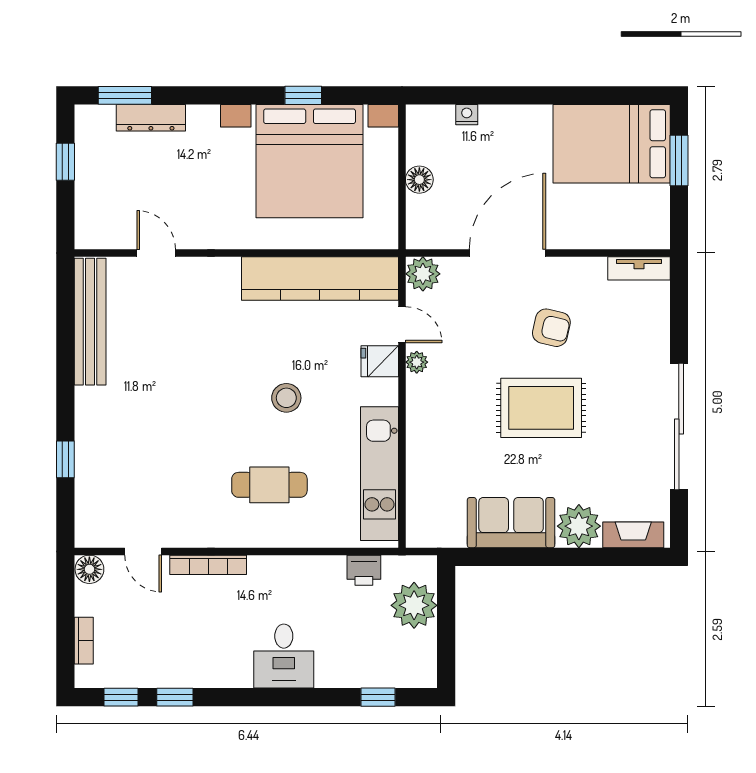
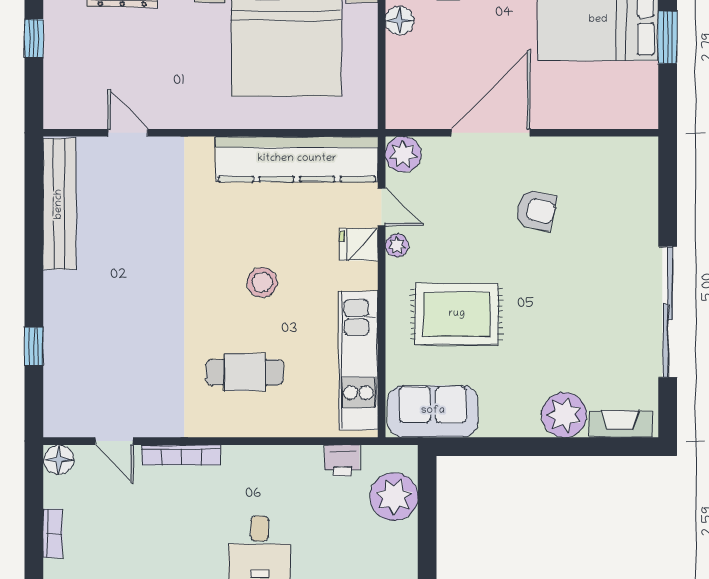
floor lamp: (419, 180) -> (400, 21), moved
tv unit: (639, 268) -> (626, 149), removed
rug: (541, 408) -> (457, 314), moved
sofa: (511, 523) -> (433, 411), moved

